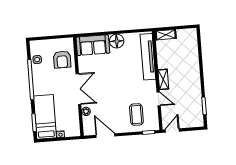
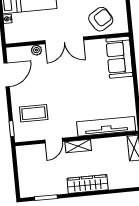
floor lamp: (117, 41) -> (125, 87), removed
armchair: (62, 59) -> (101, 19), turned 148
wardrobe: (194, 72) -> (88, 184), added
door: (172, 131) -> (14, 158), removed

